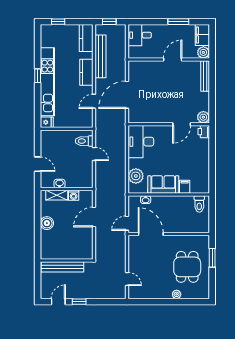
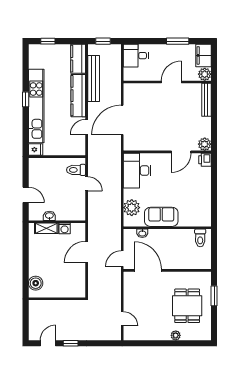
kitchen counter: (86, 72) -> (78, 96), width x1.50
filing cabinet: (185, 187) -> (184, 219), removed
boiler: (47, 223) -> (36, 283), moved
bench: (62, 267) -> (52, 306), removed

